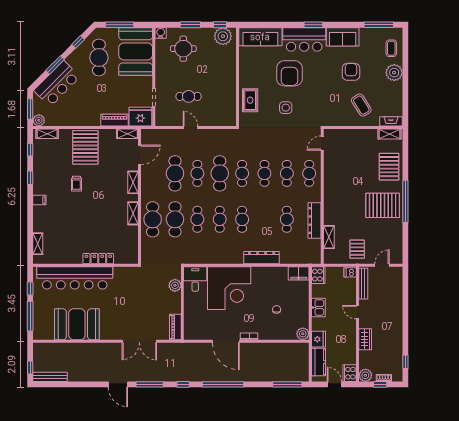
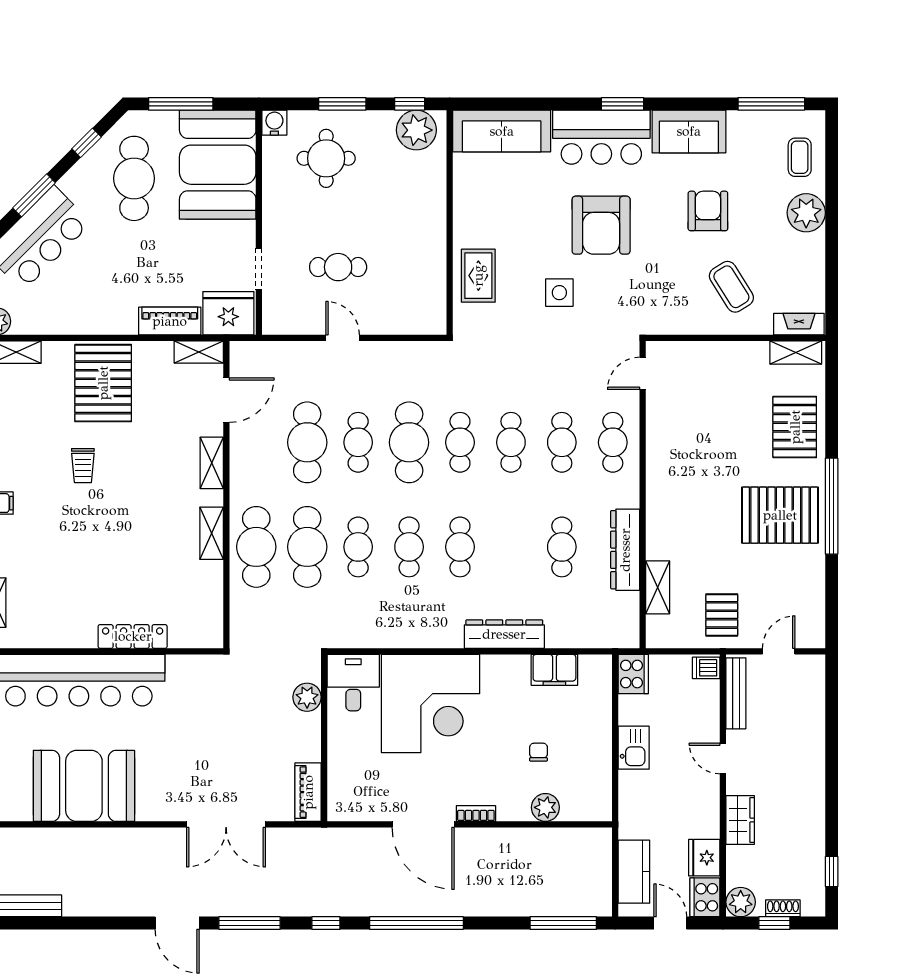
armchair: (289, 73) -> (601, 225), moved
filing cabinet: (299, 273) -> (554, 670), moved
plant: (303, 334) -> (545, 807), moved
fridge: (318, 339) -> (704, 858), moved, turned 180

